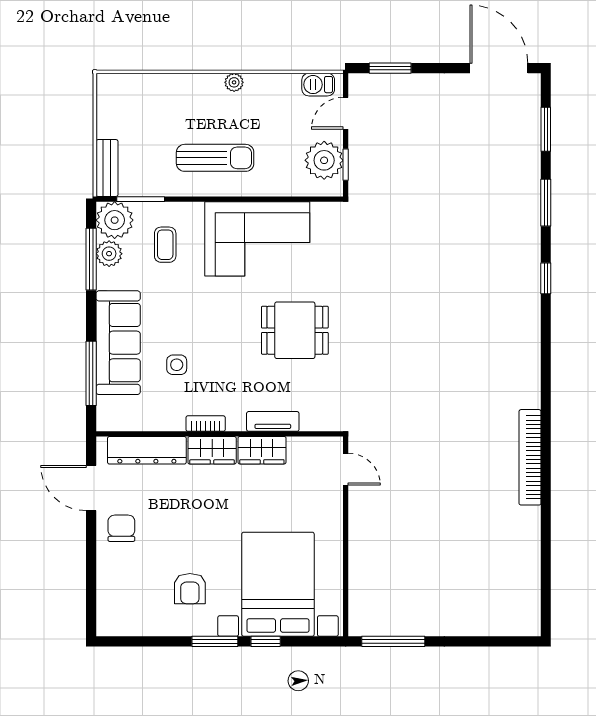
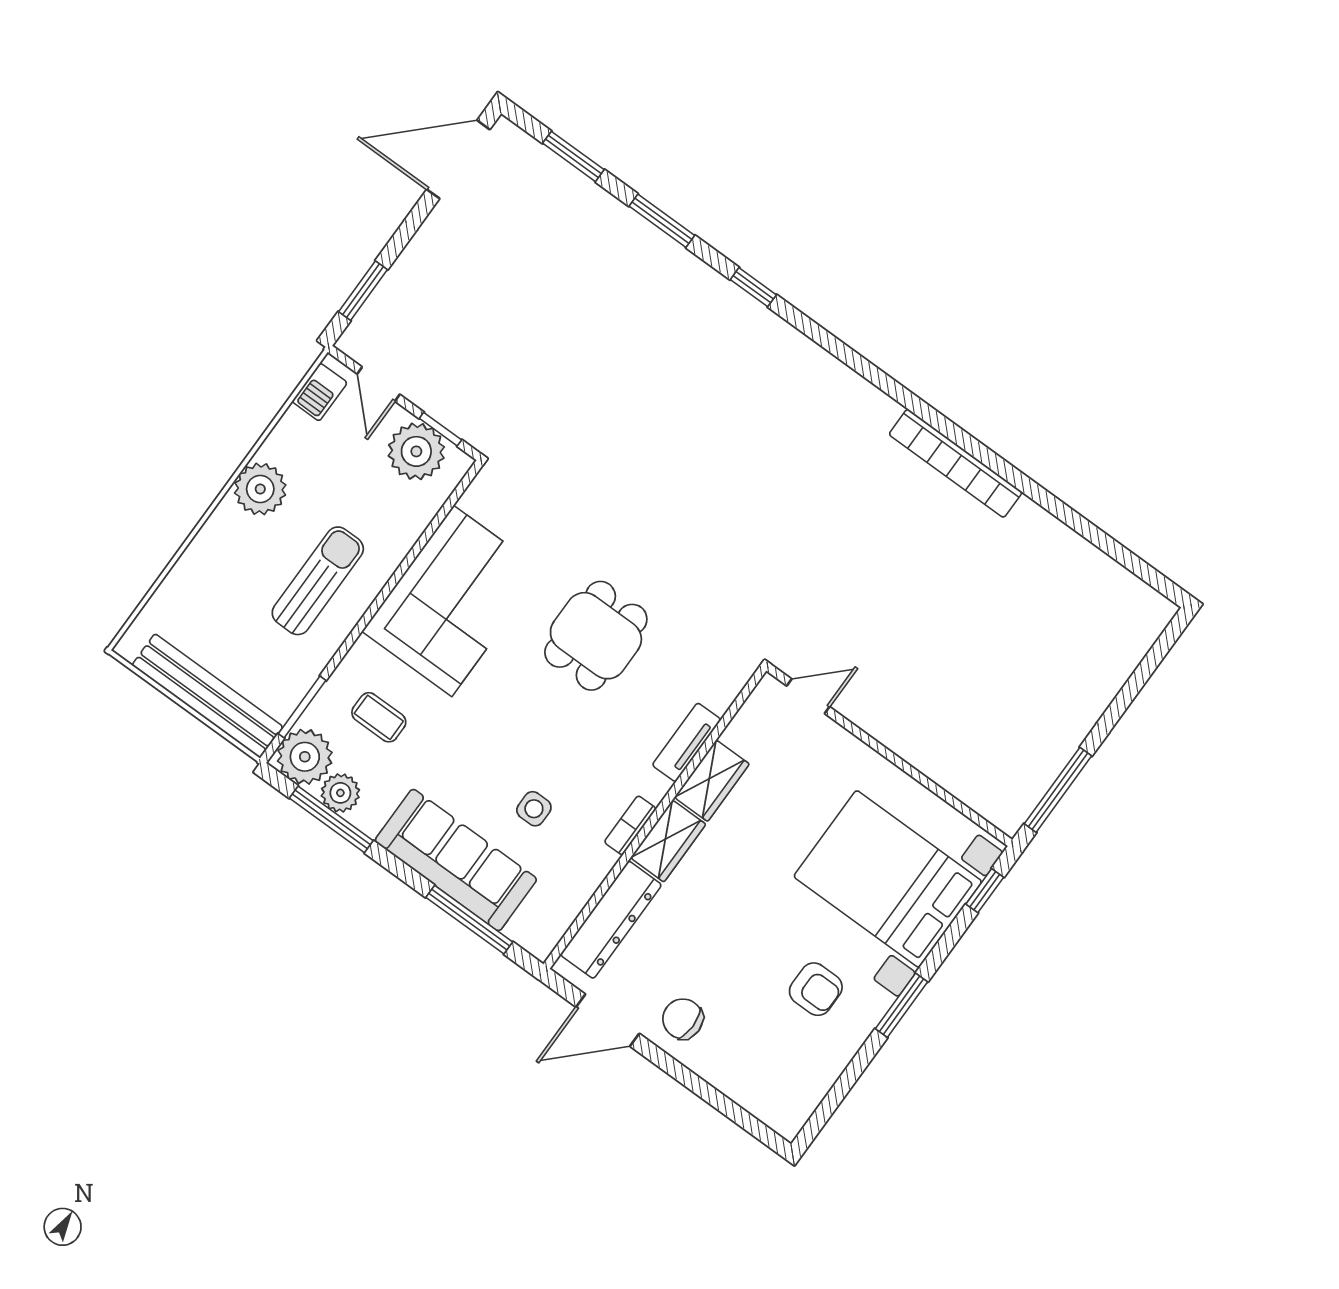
plant: (234, 82) -> (260, 489), width x1.88, depth x1.88
bench: (107, 168) -> (207, 696), width x1.86, depth x1.21
window: (266, 641) -> (985, 891), moved

